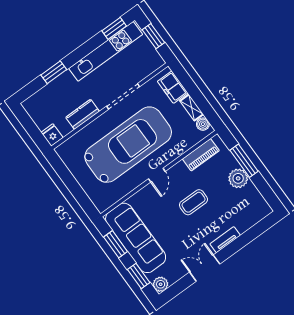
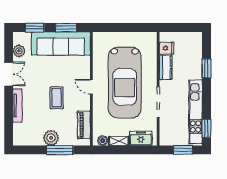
fridge: (52, 135) -> (167, 48), moved
tv unit: (225, 240) -> (18, 106), width x1.41
plant: (161, 284) -> (19, 51), moved

